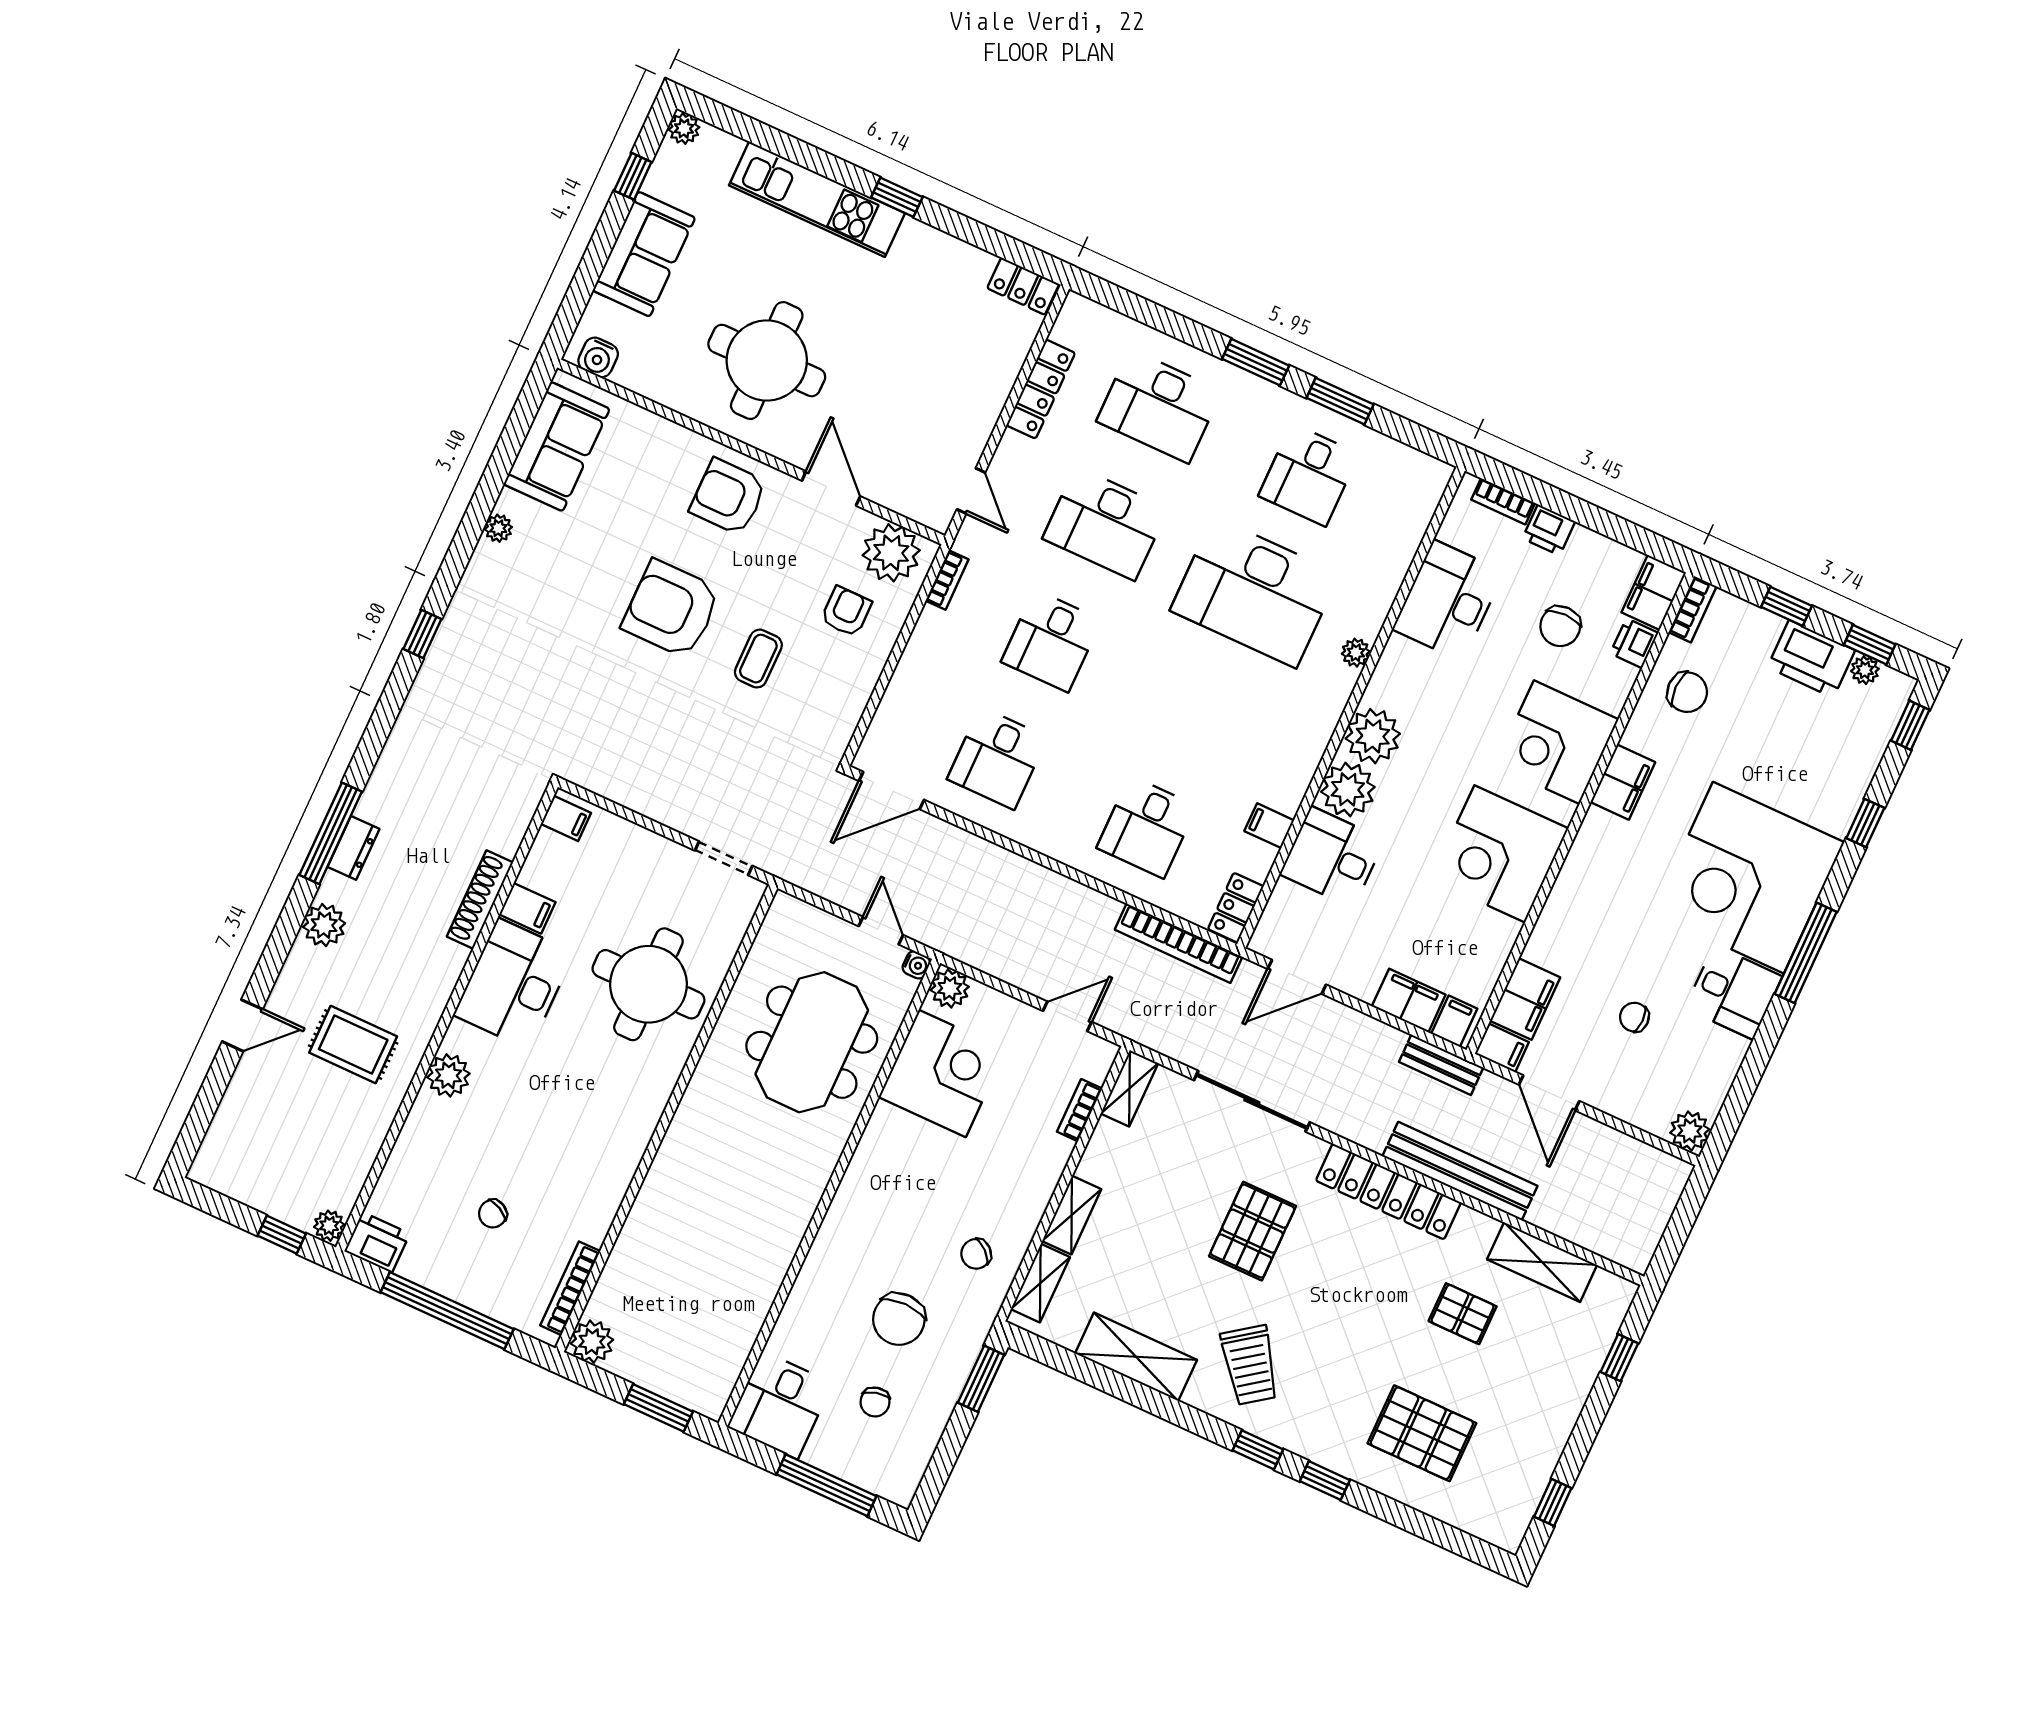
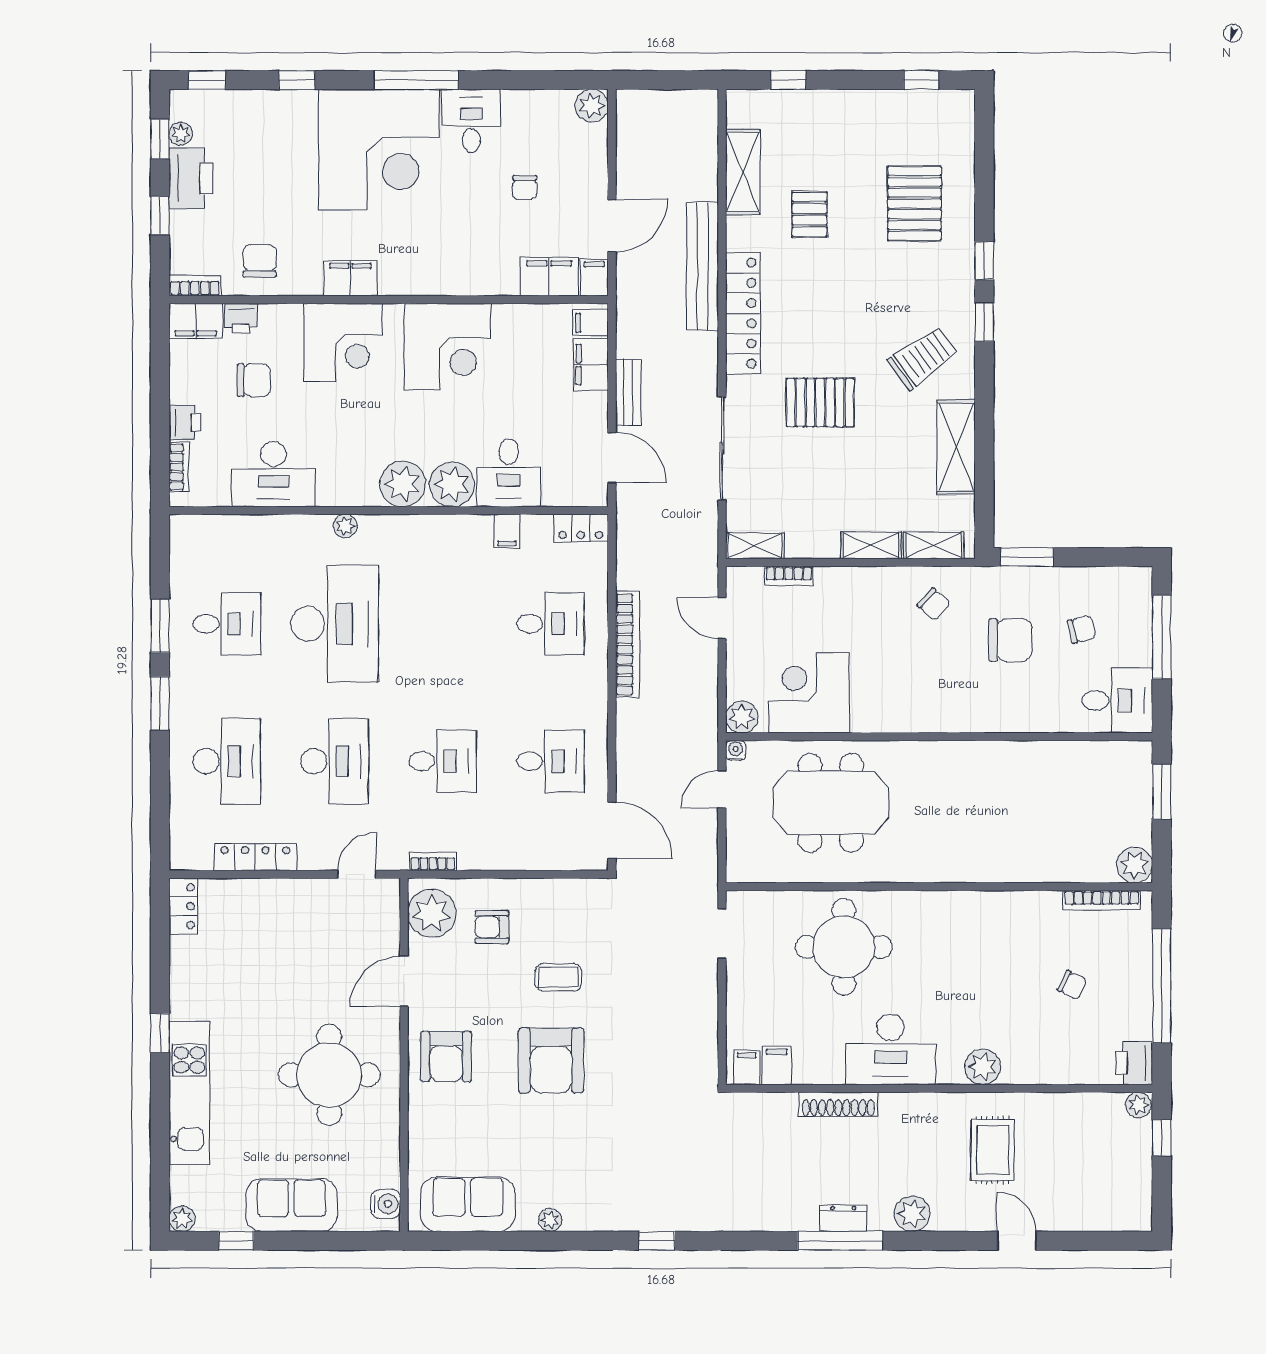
filing cabinet: (527, 908) -> (777, 1065), moved
bookcase: (1179, 943) -> (628, 644), moved
bench: (1441, 1065) -> (628, 392), moved

